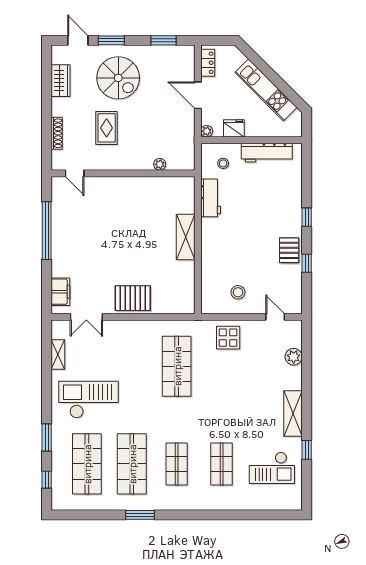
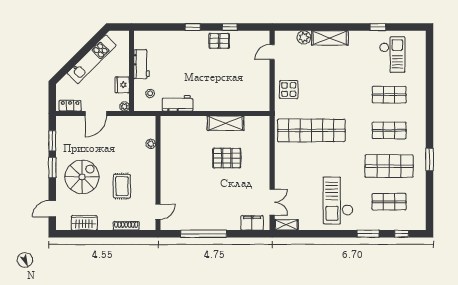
window: (111, 40) -> (52, 168), moved
rug: (107, 128) -> (122, 186), turned 90
workbench: (267, 153) -> (142, 64), width x0.73
shelving: (186, 237) -> (226, 123), moved
stool: (238, 292) -> (253, 82), removed
pallet: (133, 298) -> (227, 158), moved, turned 90
shelving: (58, 354) -> (286, 225), moved
shop shelf: (177, 366) -> (311, 130), width x1.40
shelving: (293, 413) -> (330, 38), moved
shop shelf: (87, 464) -> (389, 202), width x0.70, depth x0.74

